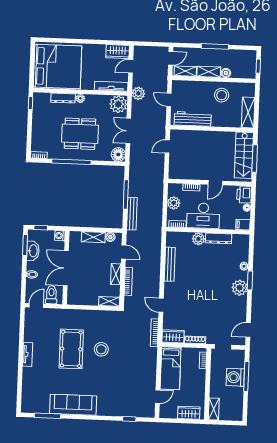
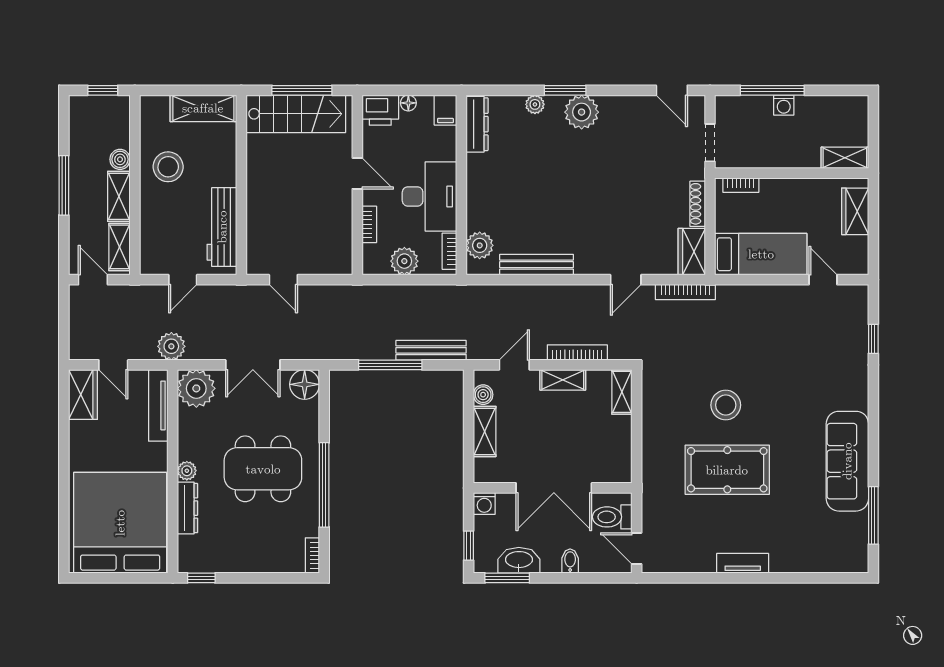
dining table: (80, 134) -> (263, 469), turned 90
dresser: (219, 238) -> (477, 124), moved
plant: (198, 239) -> (480, 245), moved
washing machine: (235, 377) -> (784, 105), width x0.53, depth x0.53

